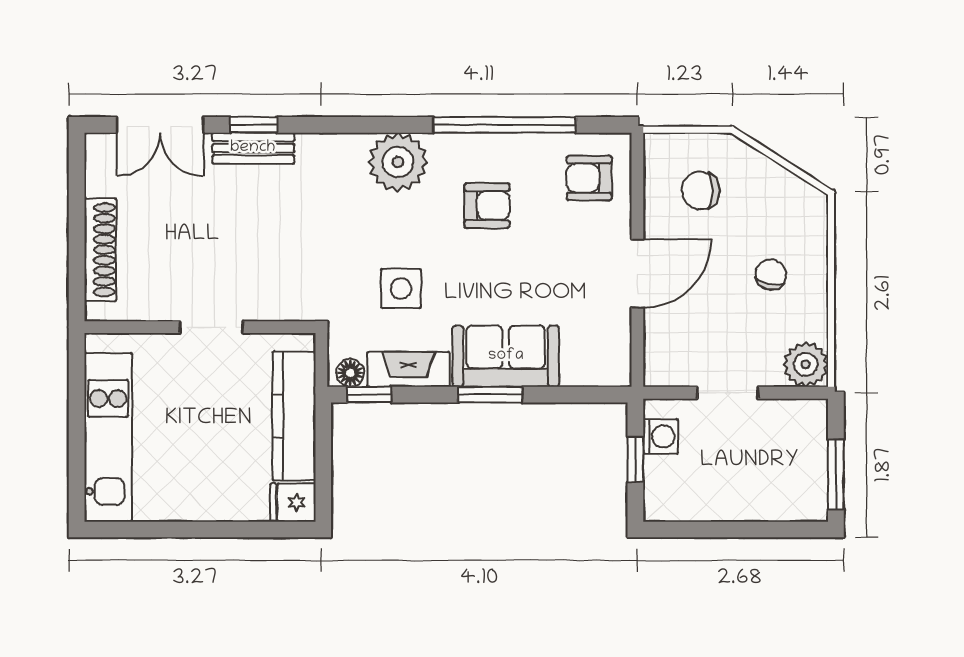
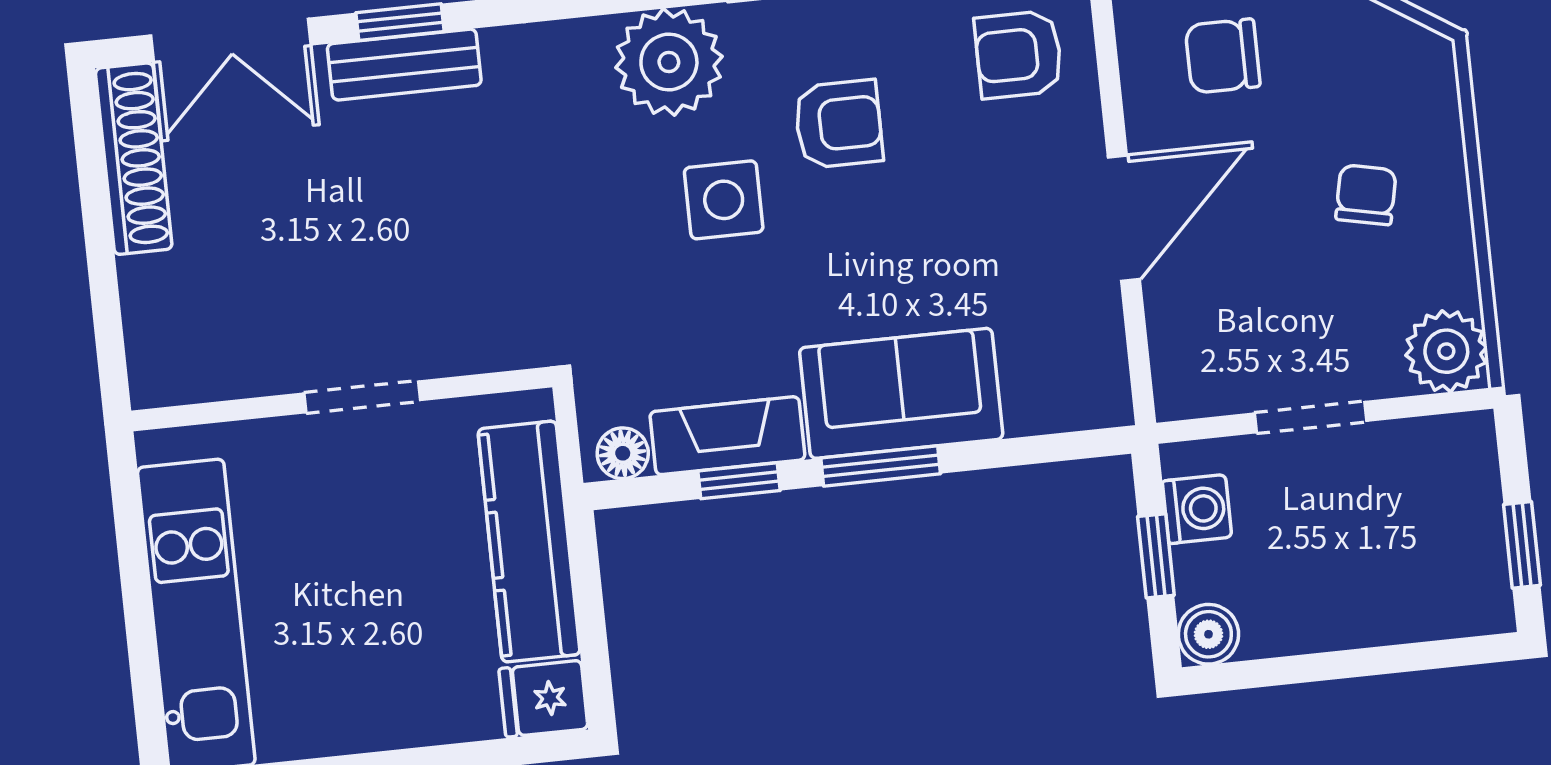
shoe rack: (100, 250) -> (134, 159), moved
side table: (401, 289) -> (724, 200), moved
window: (369, 395) -> (739, 481), moved
window: (836, 475) -> (1522, 545), width x0.67
boiler: (660, 505) -> (1208, 634), added

